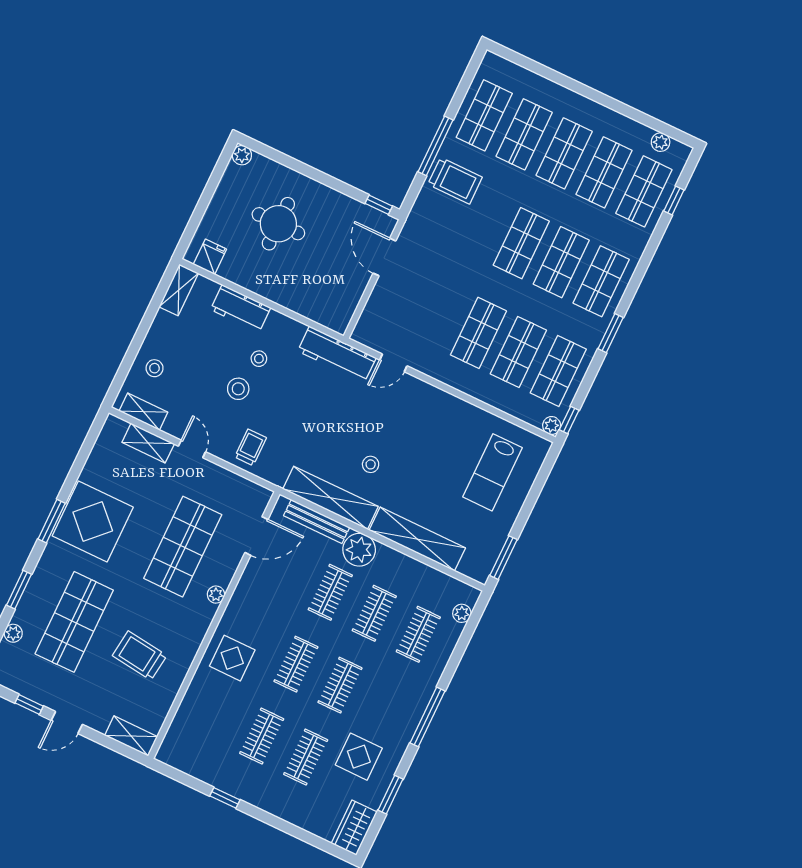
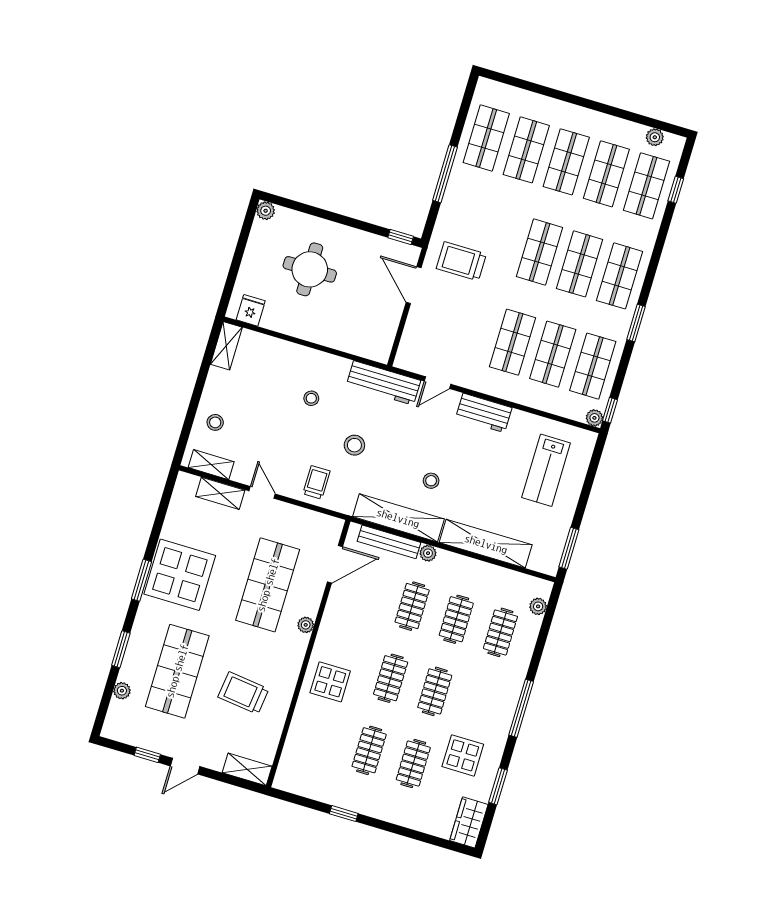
trolley: (455, 181) -> (461, 261), moved, turned 180
workbench: (241, 309) -> (484, 413), moved
stool: (238, 389) -> (354, 445), moved
plant: (359, 550) -> (428, 553), width x0.53, depth x0.53

